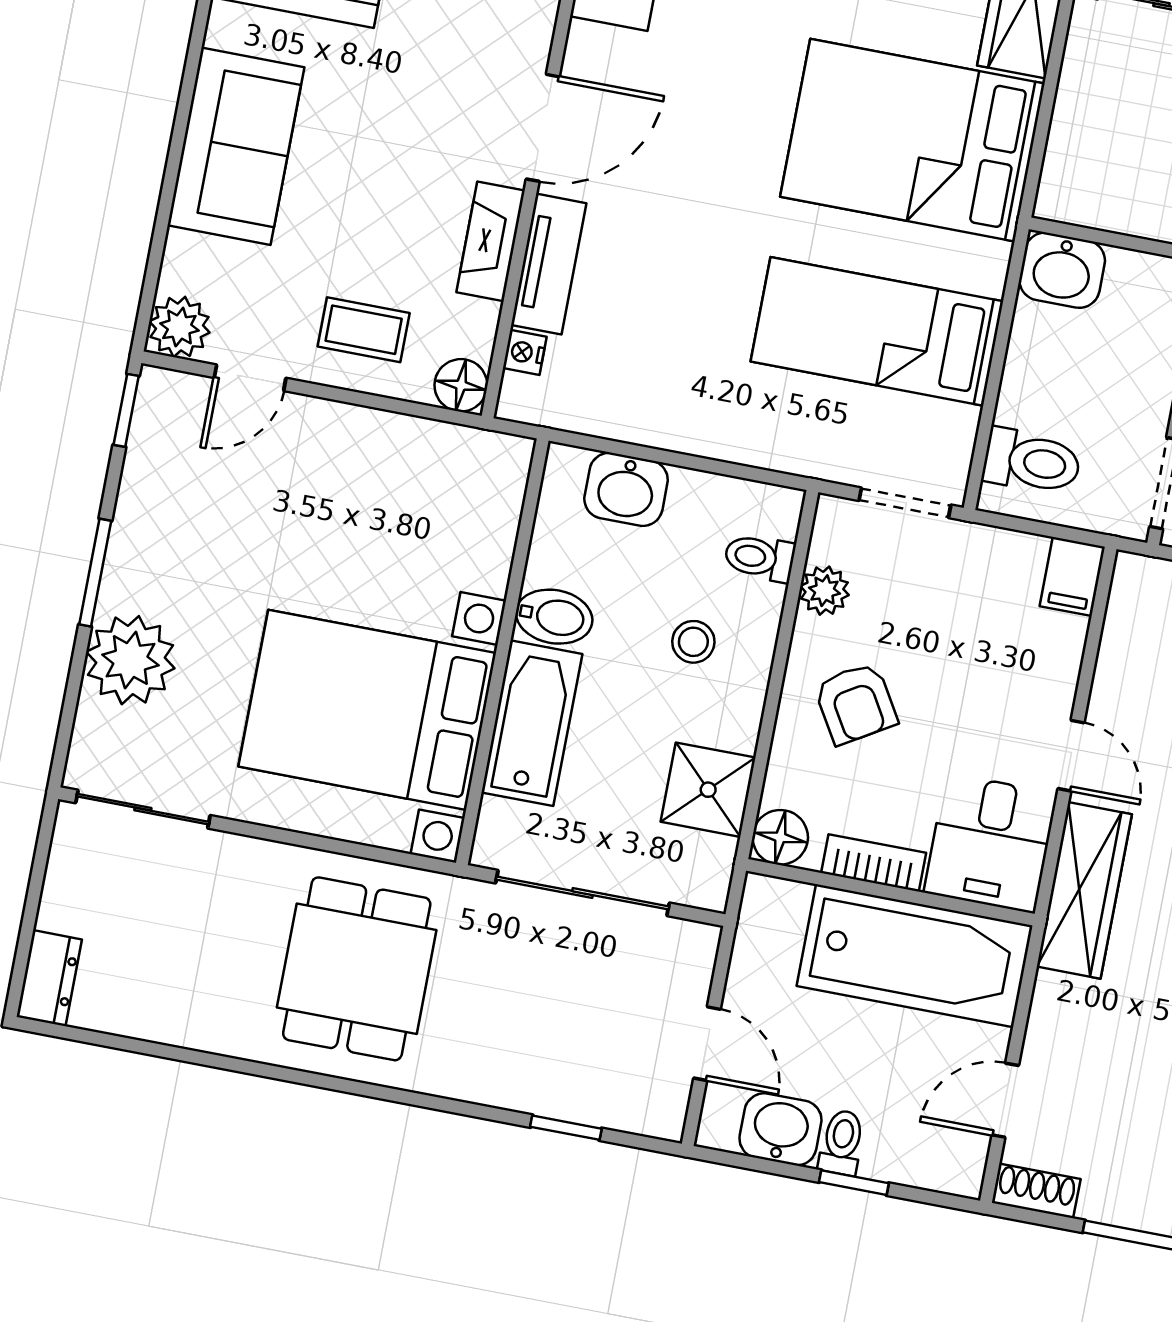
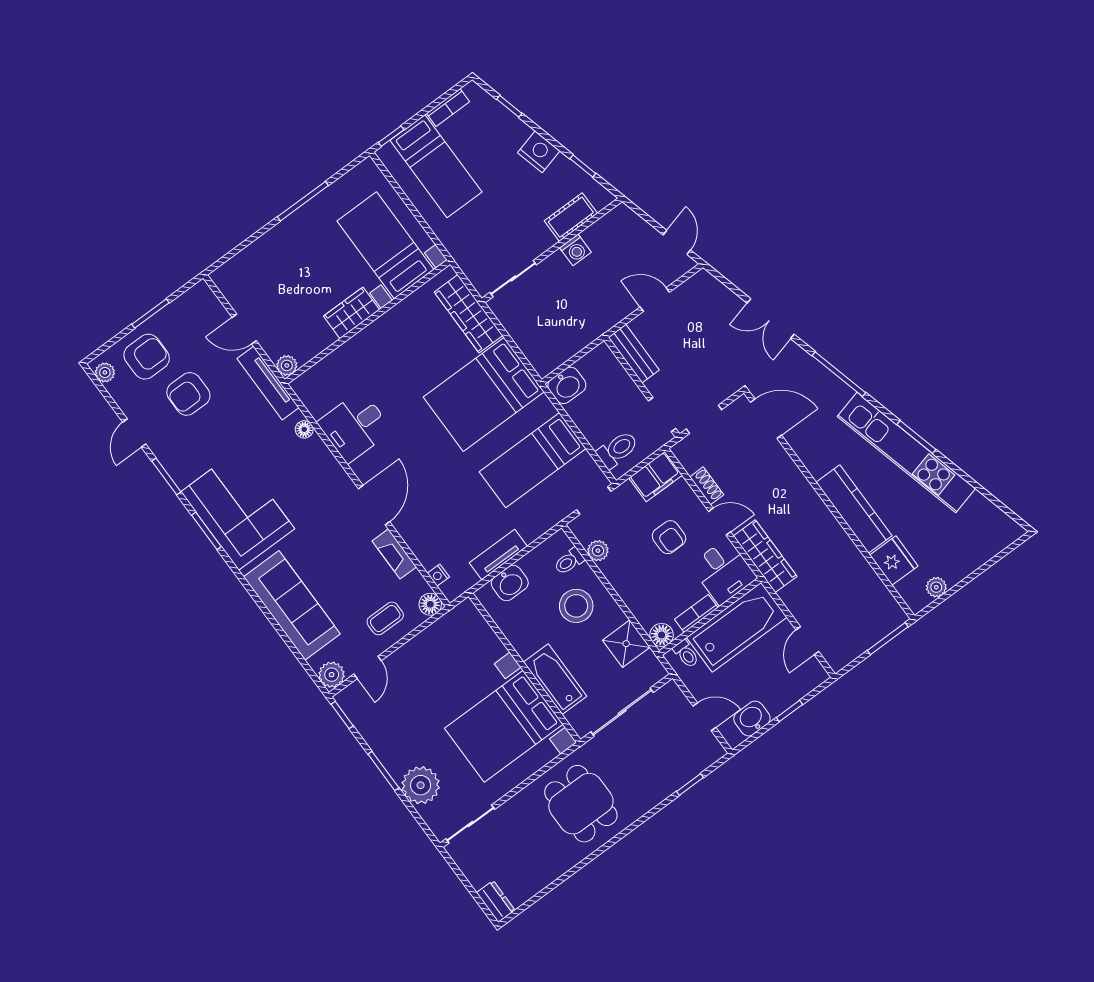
sofa: (236, 146) -> (292, 605), width x1.36
tv unit: (549, 264) -> (498, 554), moved, turned -90
filing cabinet: (1072, 577) -> (656, 477), width x2.00
bidet: (554, 617) -> (529, 642), removed
stool: (693, 642) -> (576, 606), width x1.89, depth x1.89
armchair: (856, 703) -> (669, 537), moved, turned 31
toilet: (842, 1142) -> (686, 654), moved, turned 180
shoe rack: (1036, 1191) -> (707, 486), moved, turned 90

